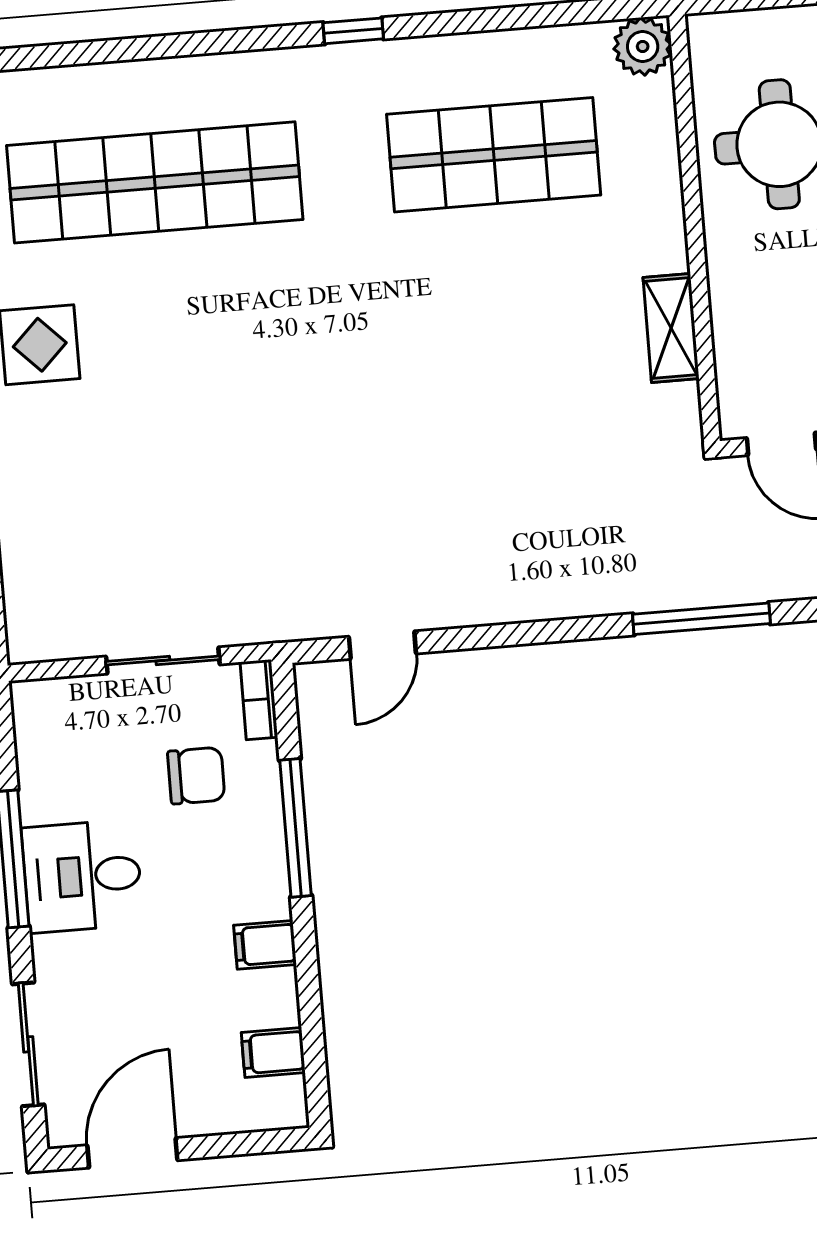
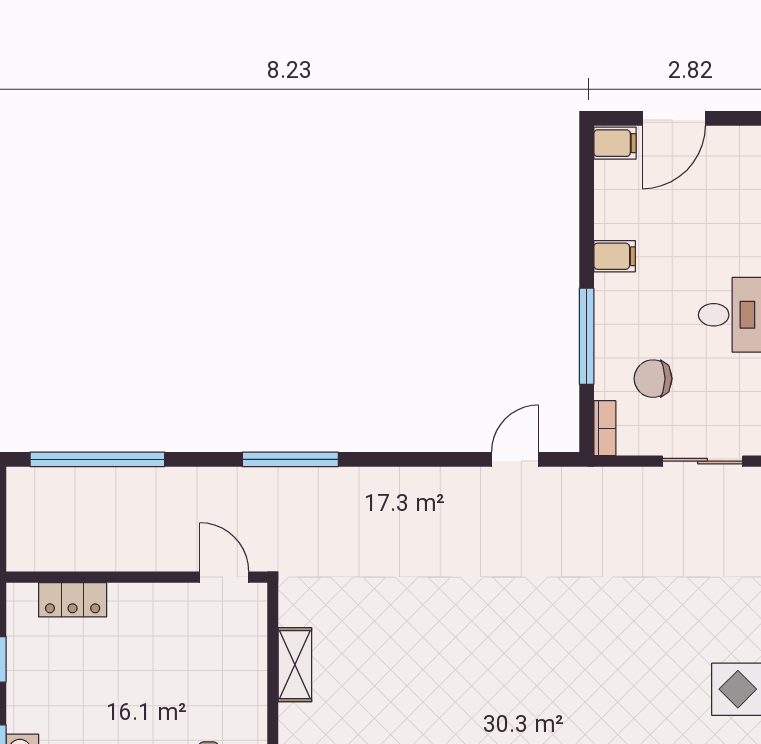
sliding door: (163, 661) -> (703, 461), moved
filing cabinet: (273, 1053) -> (615, 143), moved
door: (132, 1153) -> (674, 118), moved

